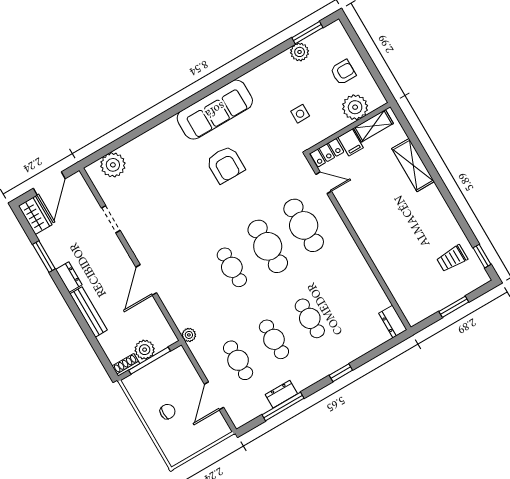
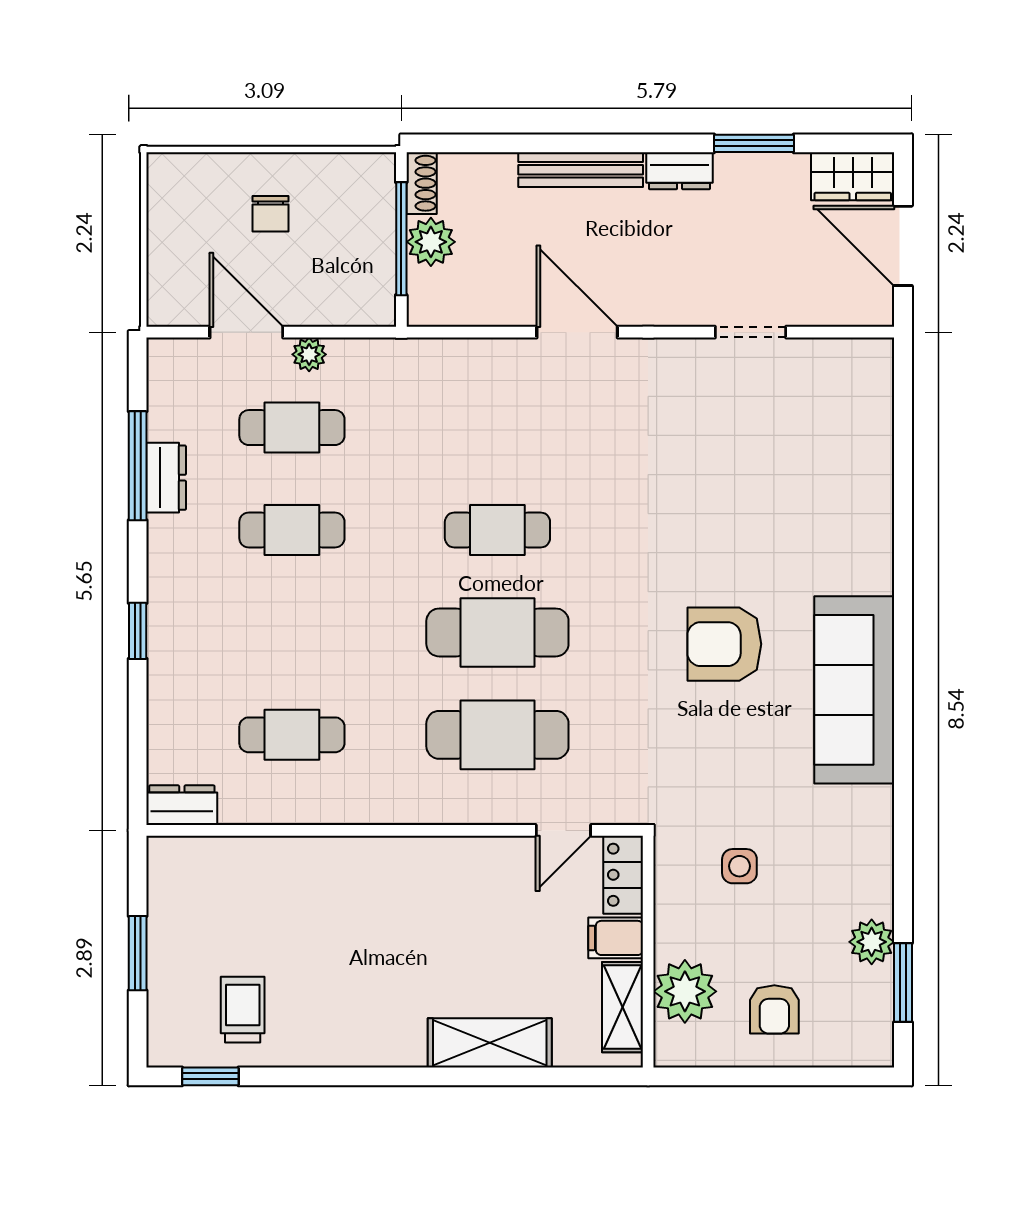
plant: (113, 165) -> (863, 404), removed
cafe table: (310, 318) -> (292, 735), moved
plant: (189, 335) -> (309, 354), moved

